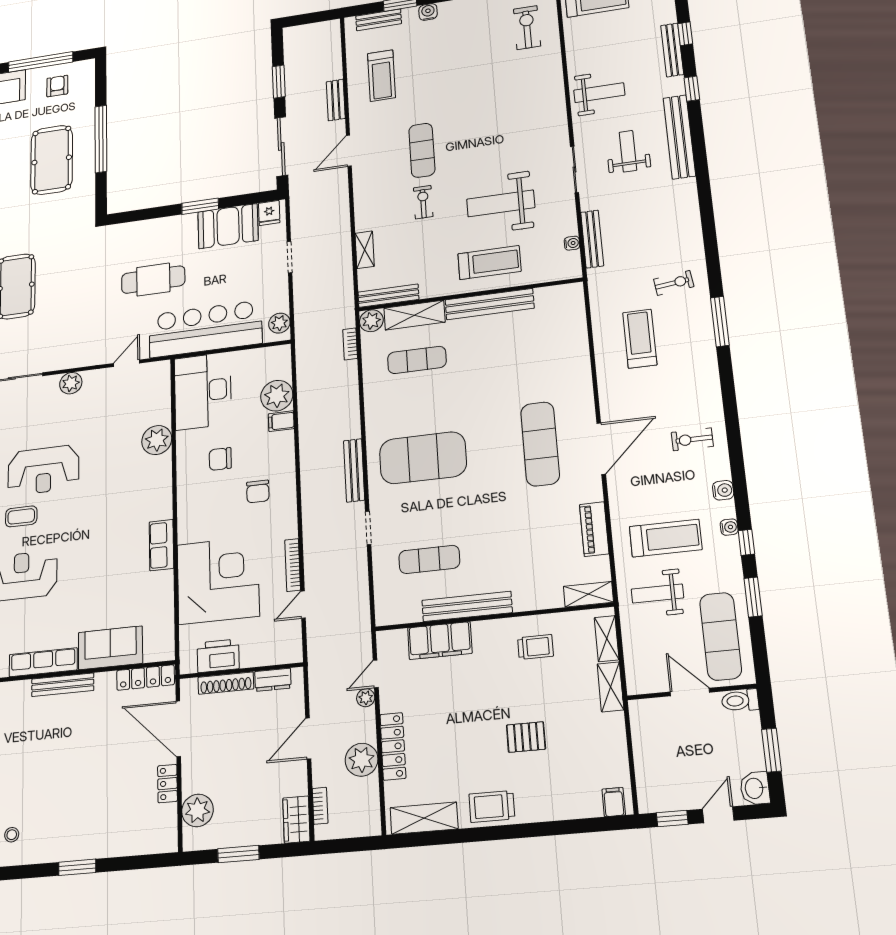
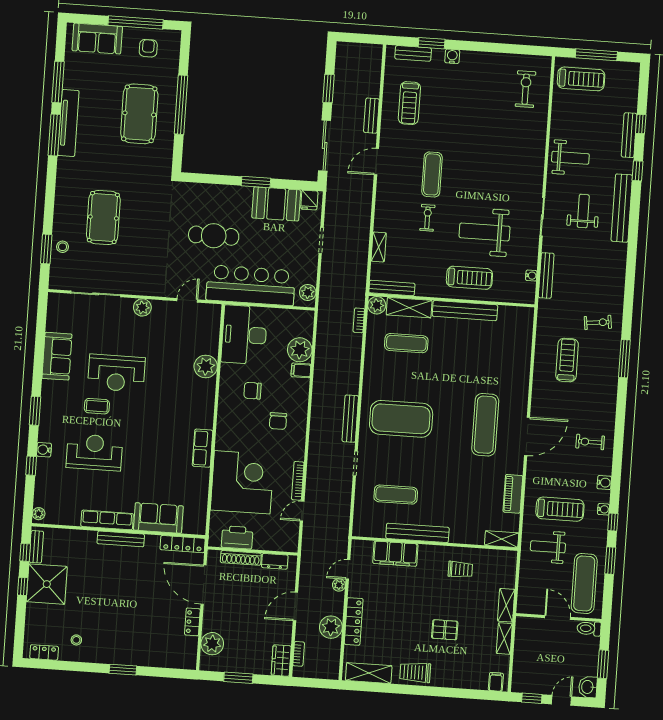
shelving: (607, 639) -> (504, 639), moved

